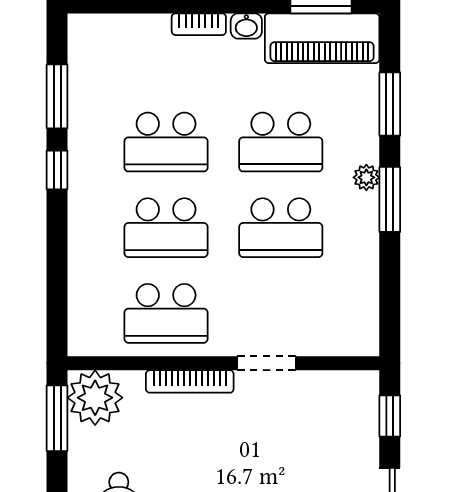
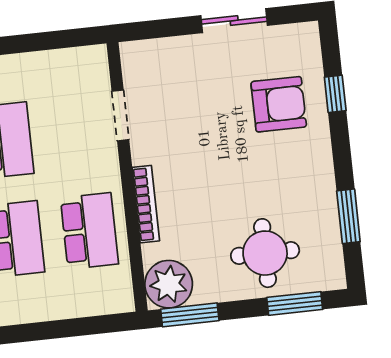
doorway: (267, 363) -> (120, 115), moved
window: (390, 416) -> (157, 29), removed

